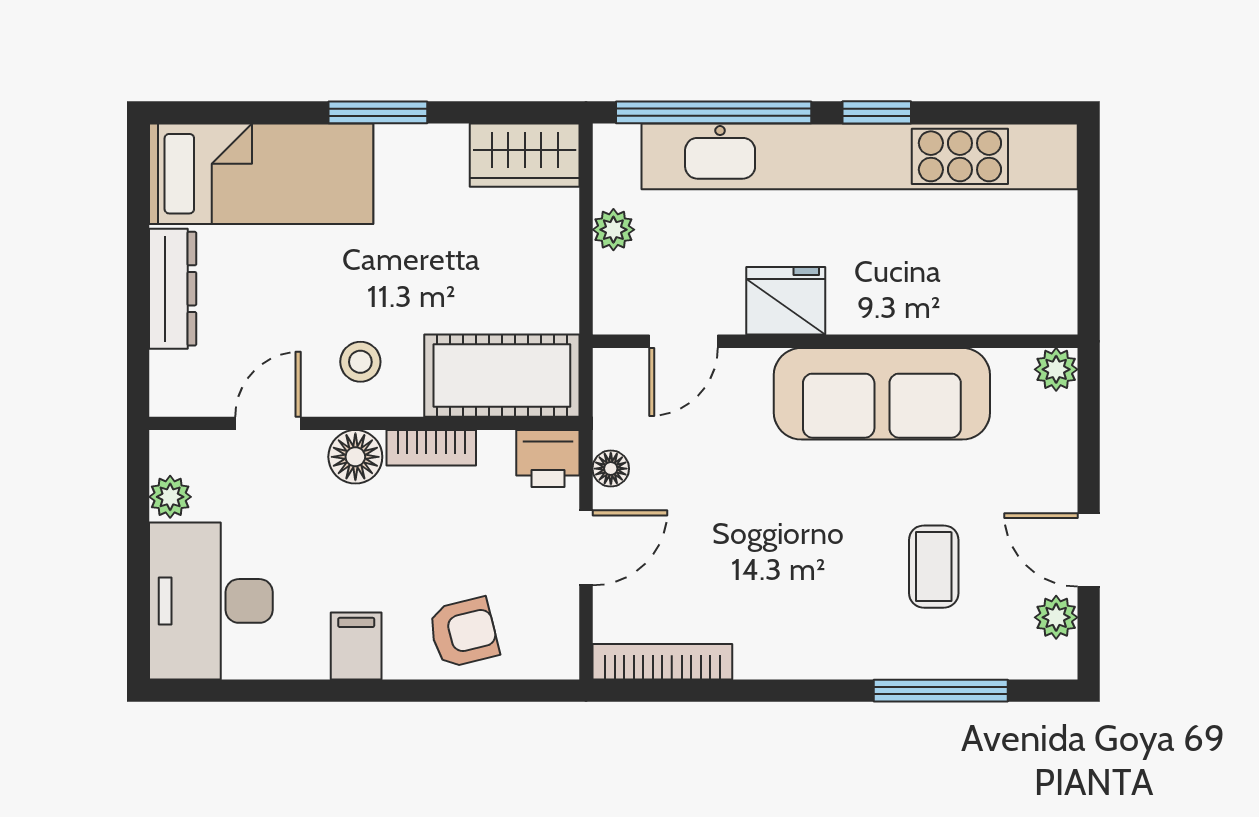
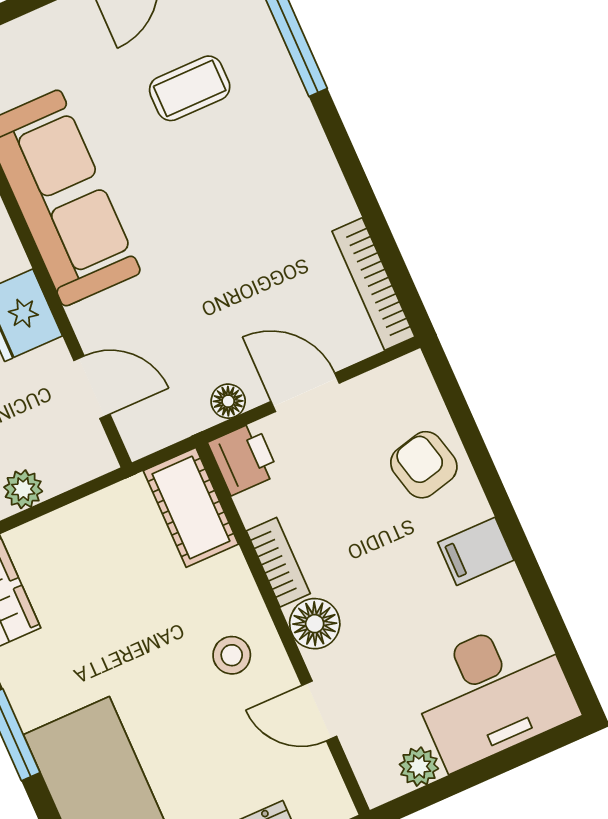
cot: (502, 376) -> (191, 507), width x0.73, depth x0.75

